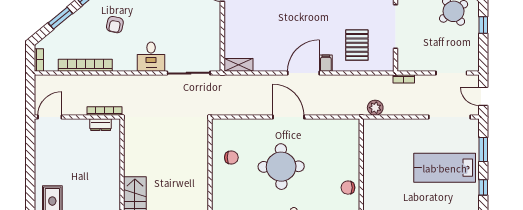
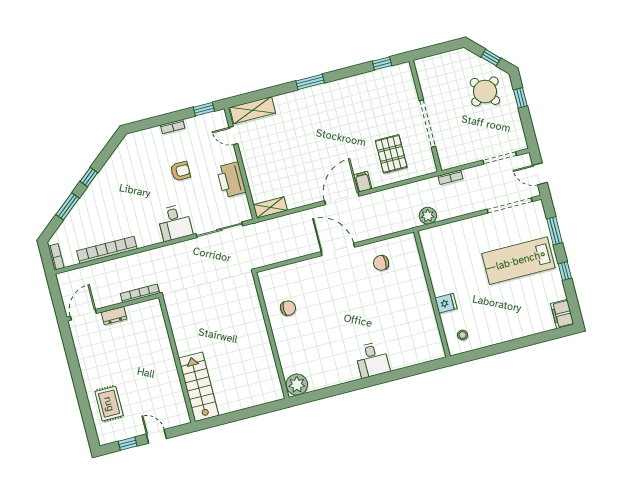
armchair: (115, 25) -> (180, 171), moved, turned -101
printer: (210, 32) -> (231, 180), added
dresser: (101, 125) -> (114, 316), moved
round table: (281, 167) -> (344, 304), removed
chair: (348, 188) -> (381, 263), moved
fridge: (371, 189) -> (446, 303), added

